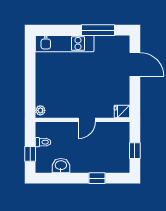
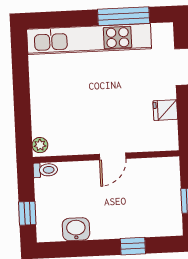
kitchen unit: (65, 44) -> (89, 39), width x1.36
fridge: (122, 111) -> (165, 110), moved
toilet: (43, 142) -> (45, 170), moved

